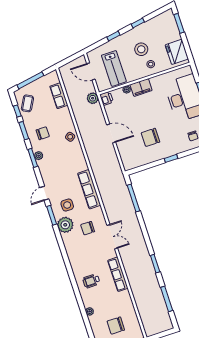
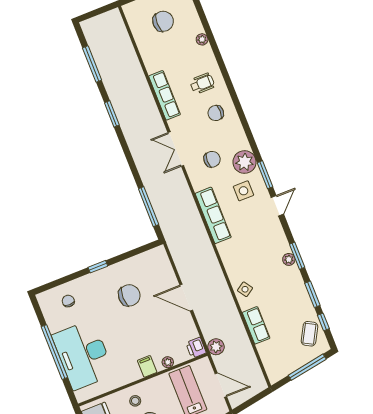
filing cabinet: (141, 87) -> (147, 366), width x0.50
row of seats: (59, 96) -> (256, 325), moved
chair: (43, 133) -> (216, 113), moved

